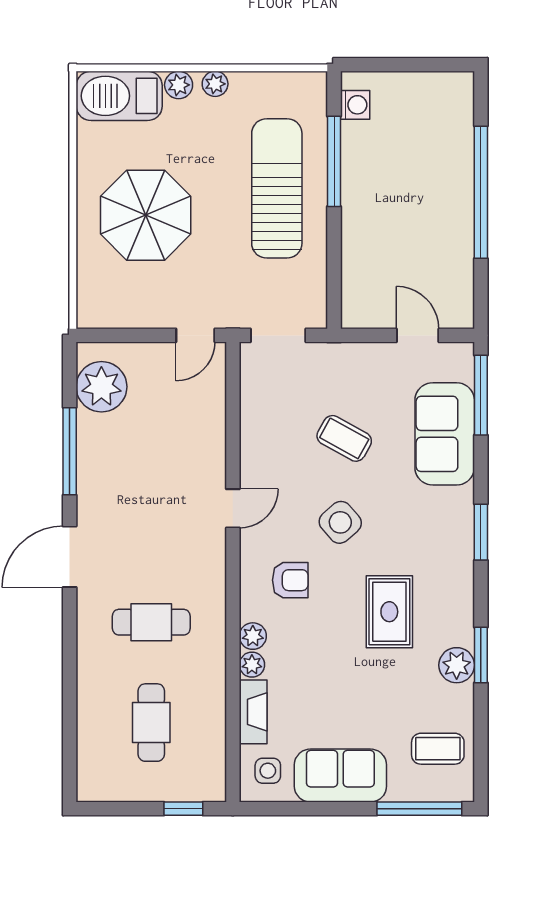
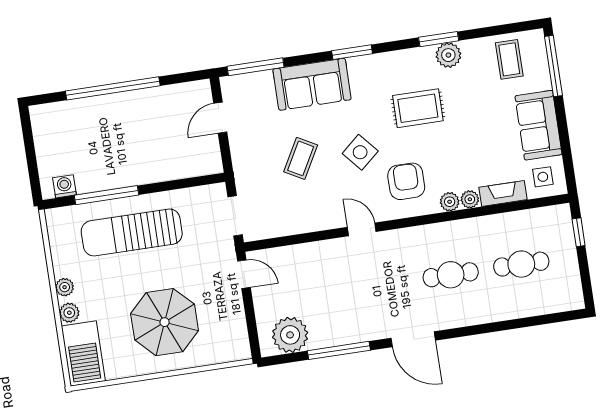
sofa: (445, 434) -> (312, 84), moved
armchair: (290, 580) -> (406, 181), width x1.38, depth x1.38
cafe table: (151, 622) -> (451, 275), turned 90

